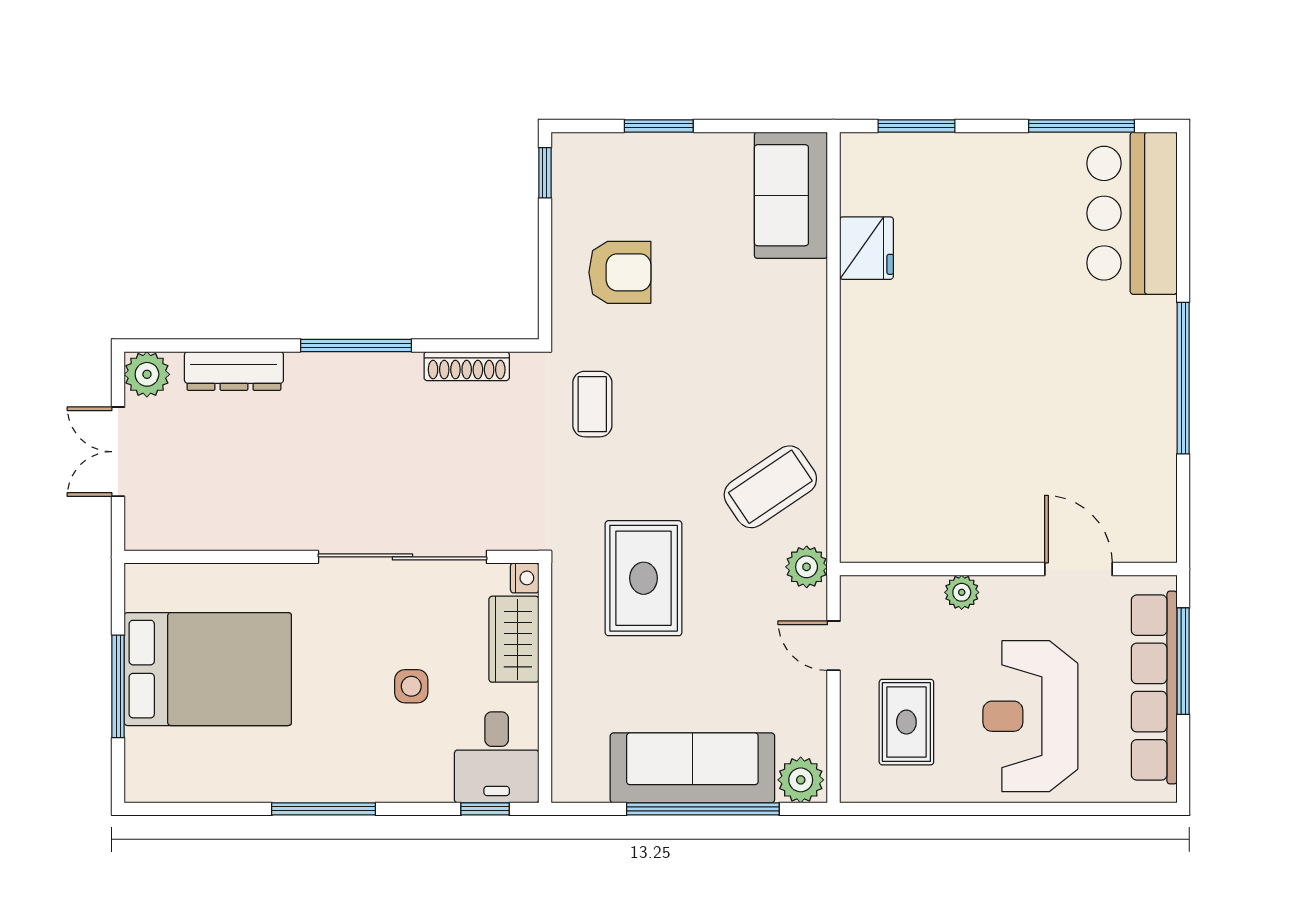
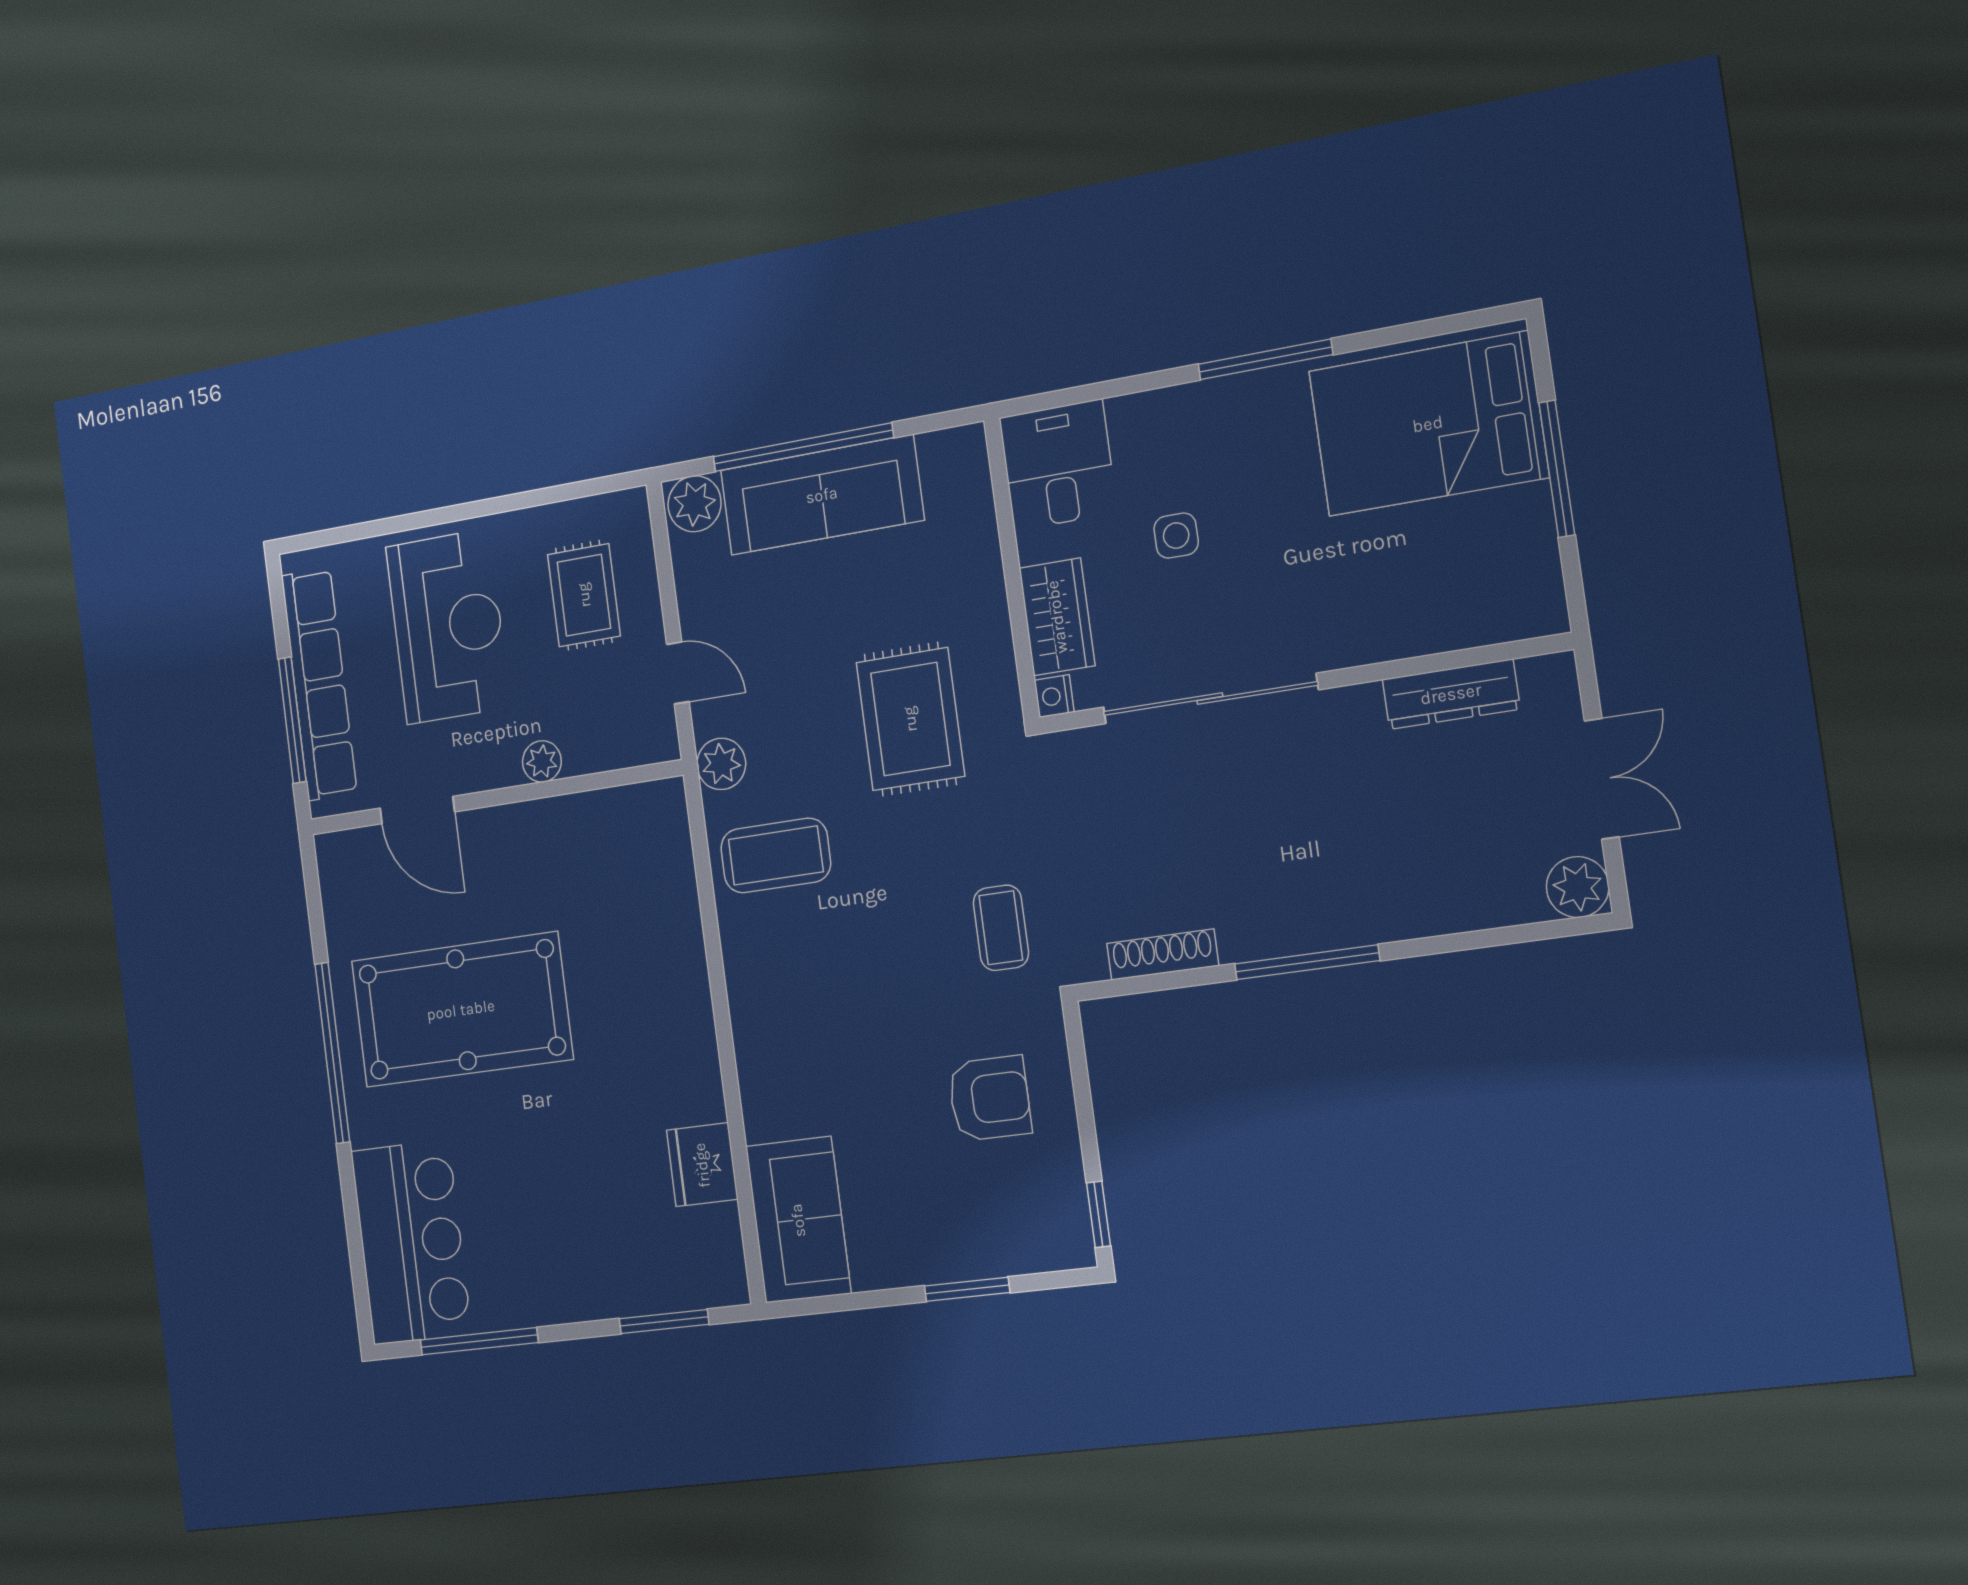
armchair: (620, 272) -> (990, 1098), turned 180
dresser: (234, 371) -> (1451, 694), moved, turned 180
pool table: (1061, 399) -> (461, 1010), added
coffee table: (770, 487) -> (776, 855), turned 34
bed: (208, 669) -> (1428, 424), moved
window: (485, 809) -> (1063, 398), removed

